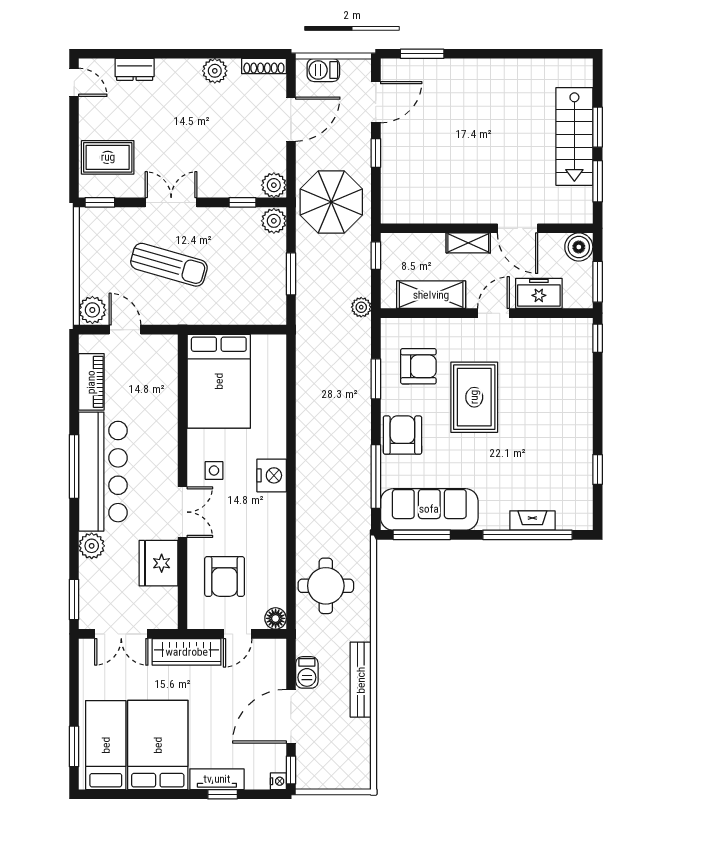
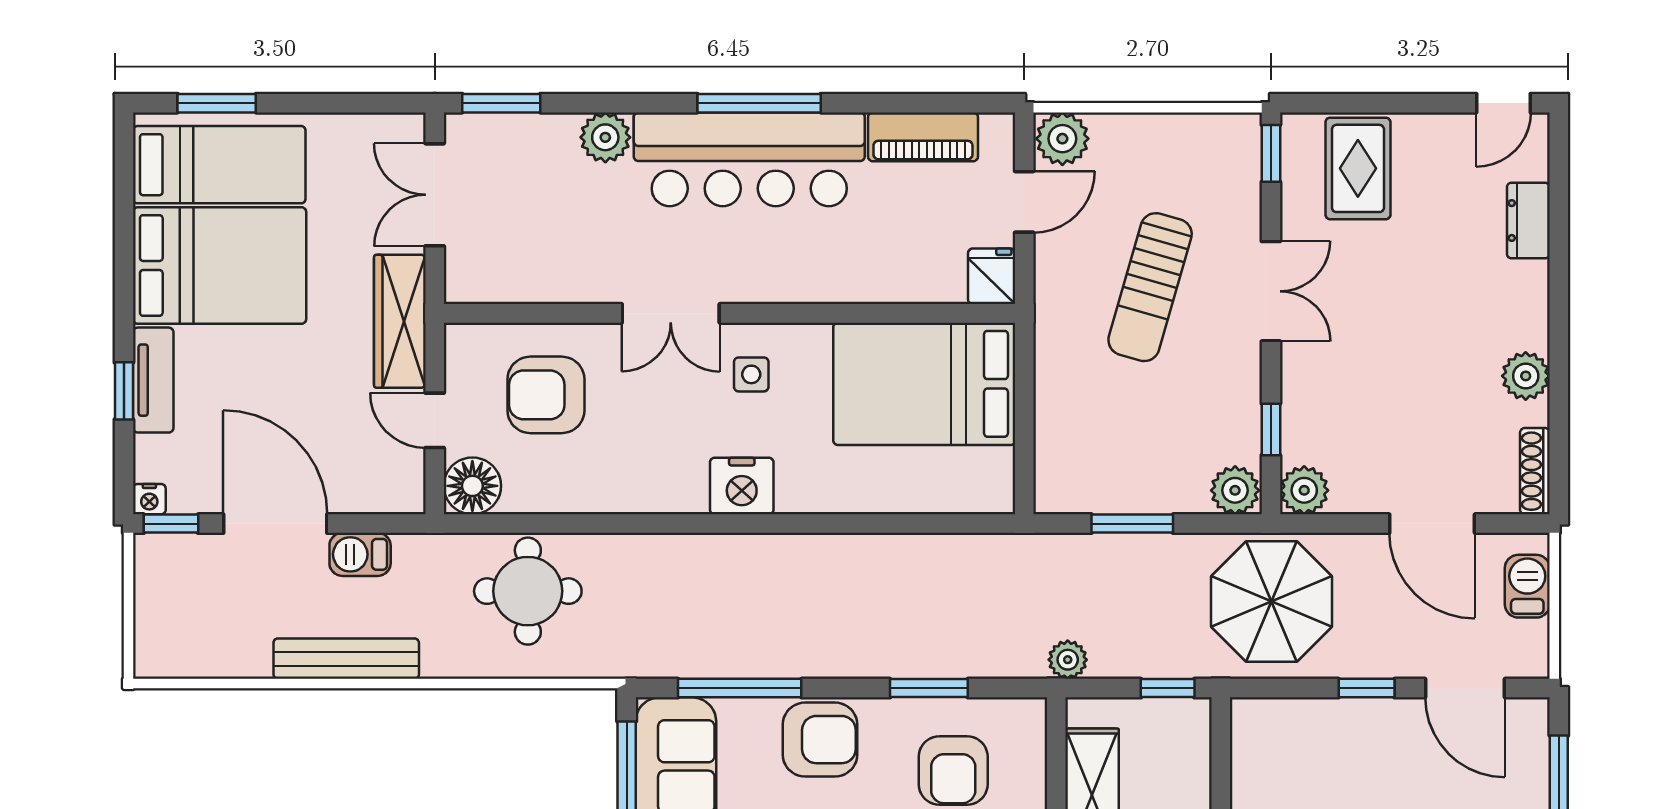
fridge: (158, 563) -> (992, 276), moved, width x0.53, depth x0.75
floor lamp: (276, 618) -> (472, 486), width x1.38, depth x1.38

